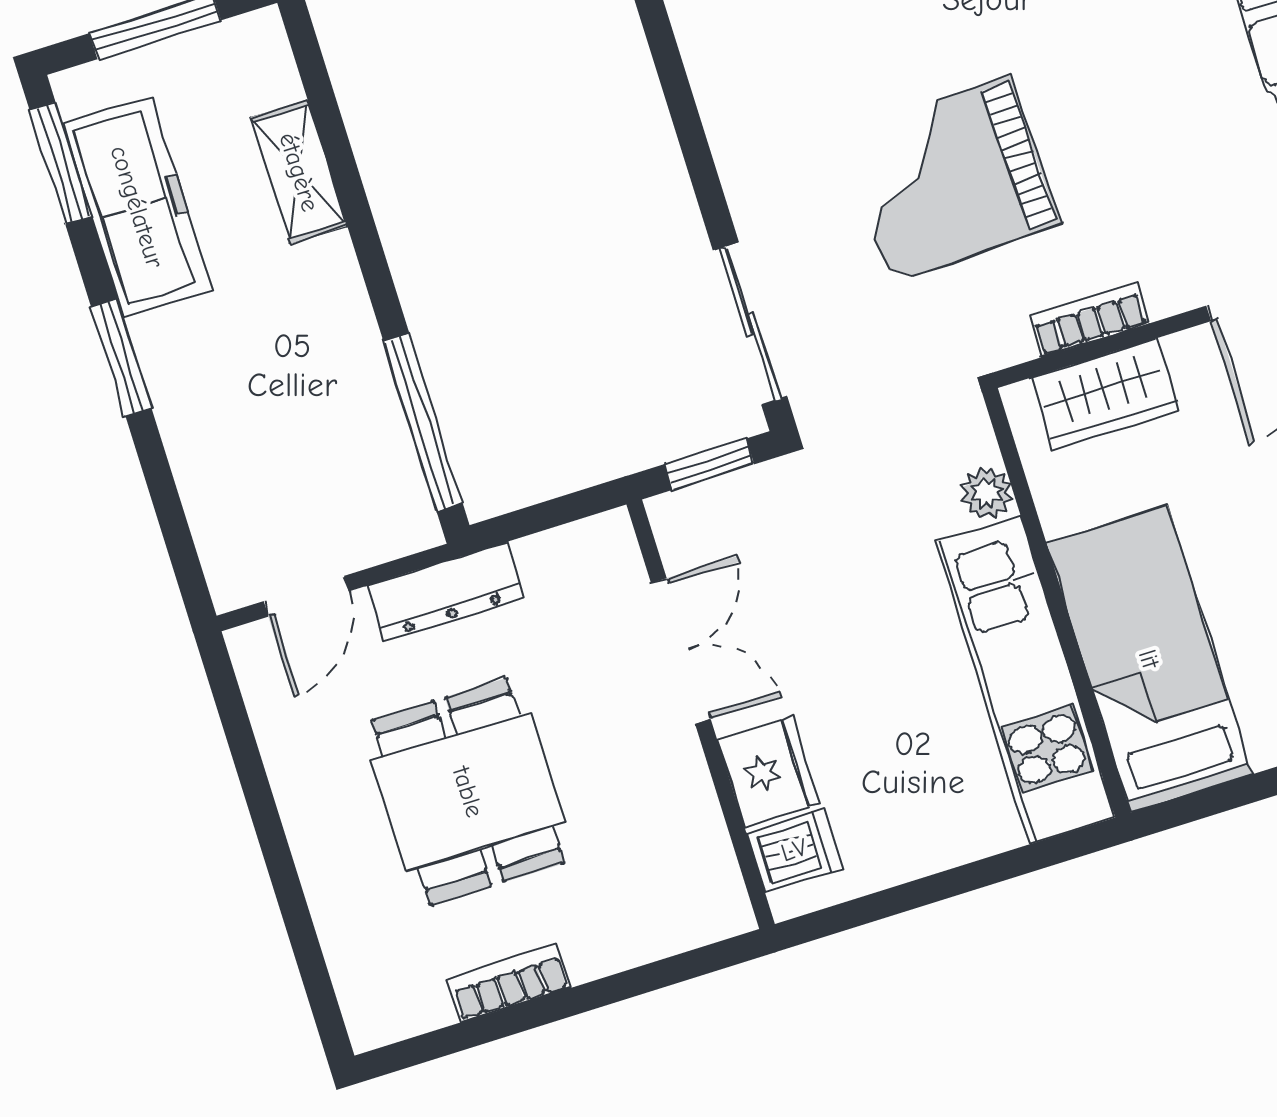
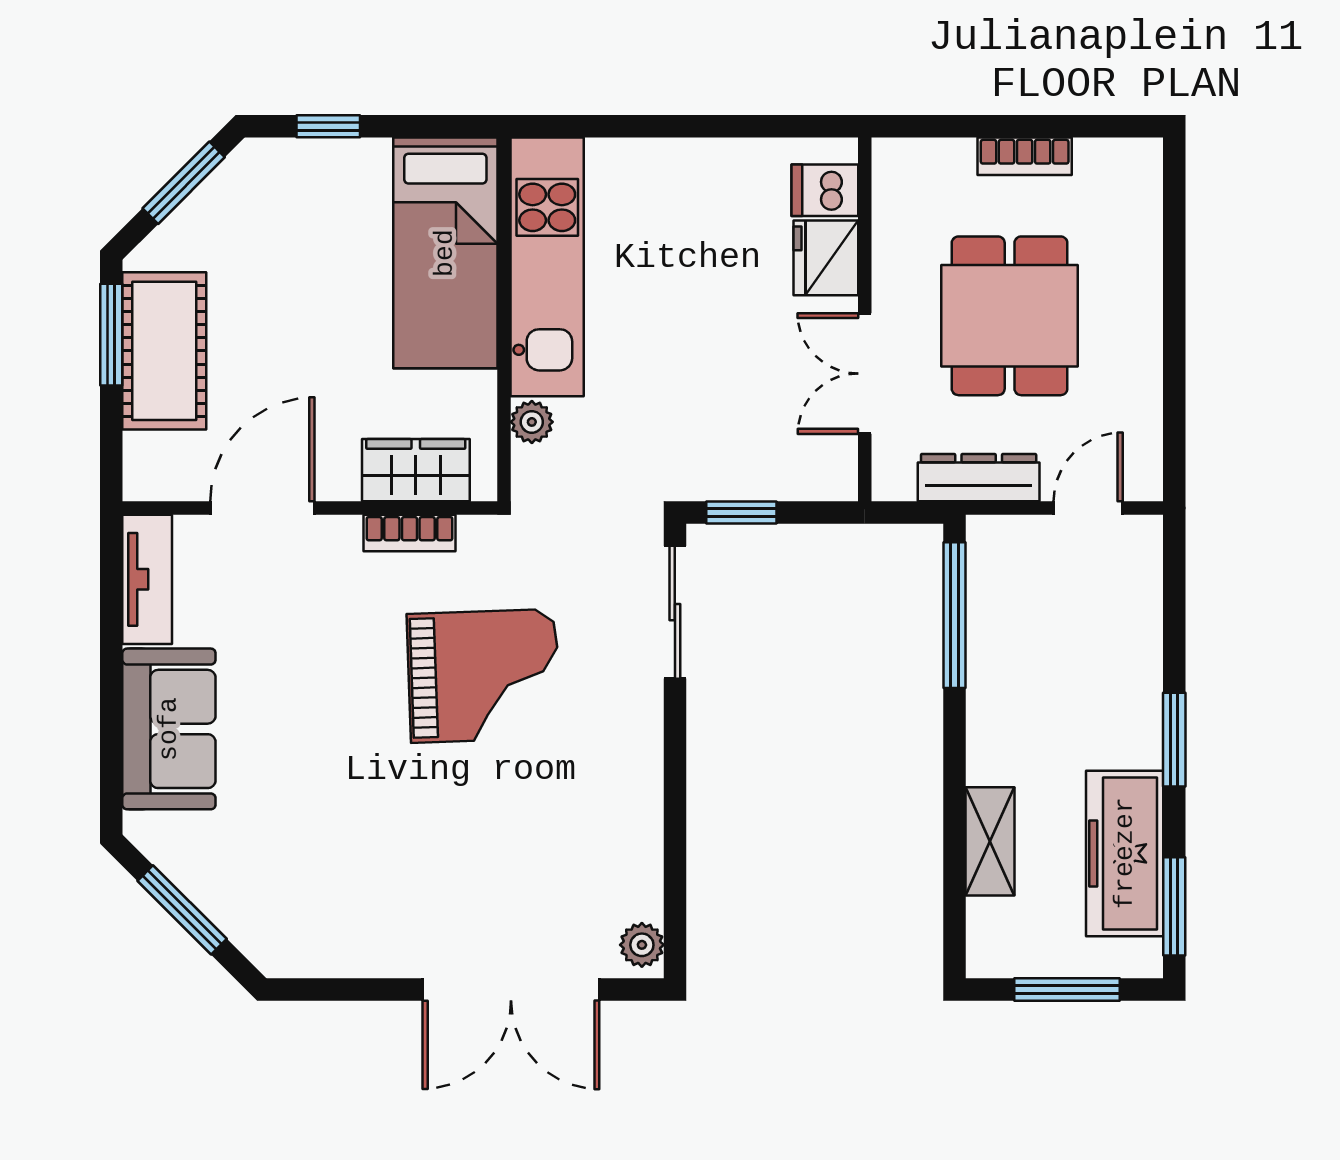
double door: (681, 651) -> (865, 374), moved
wall: (701, 714) -> (865, 319), moved
fridge: (768, 772) -> (826, 258), moved
dishwasher: (794, 850) -> (825, 190), moved

